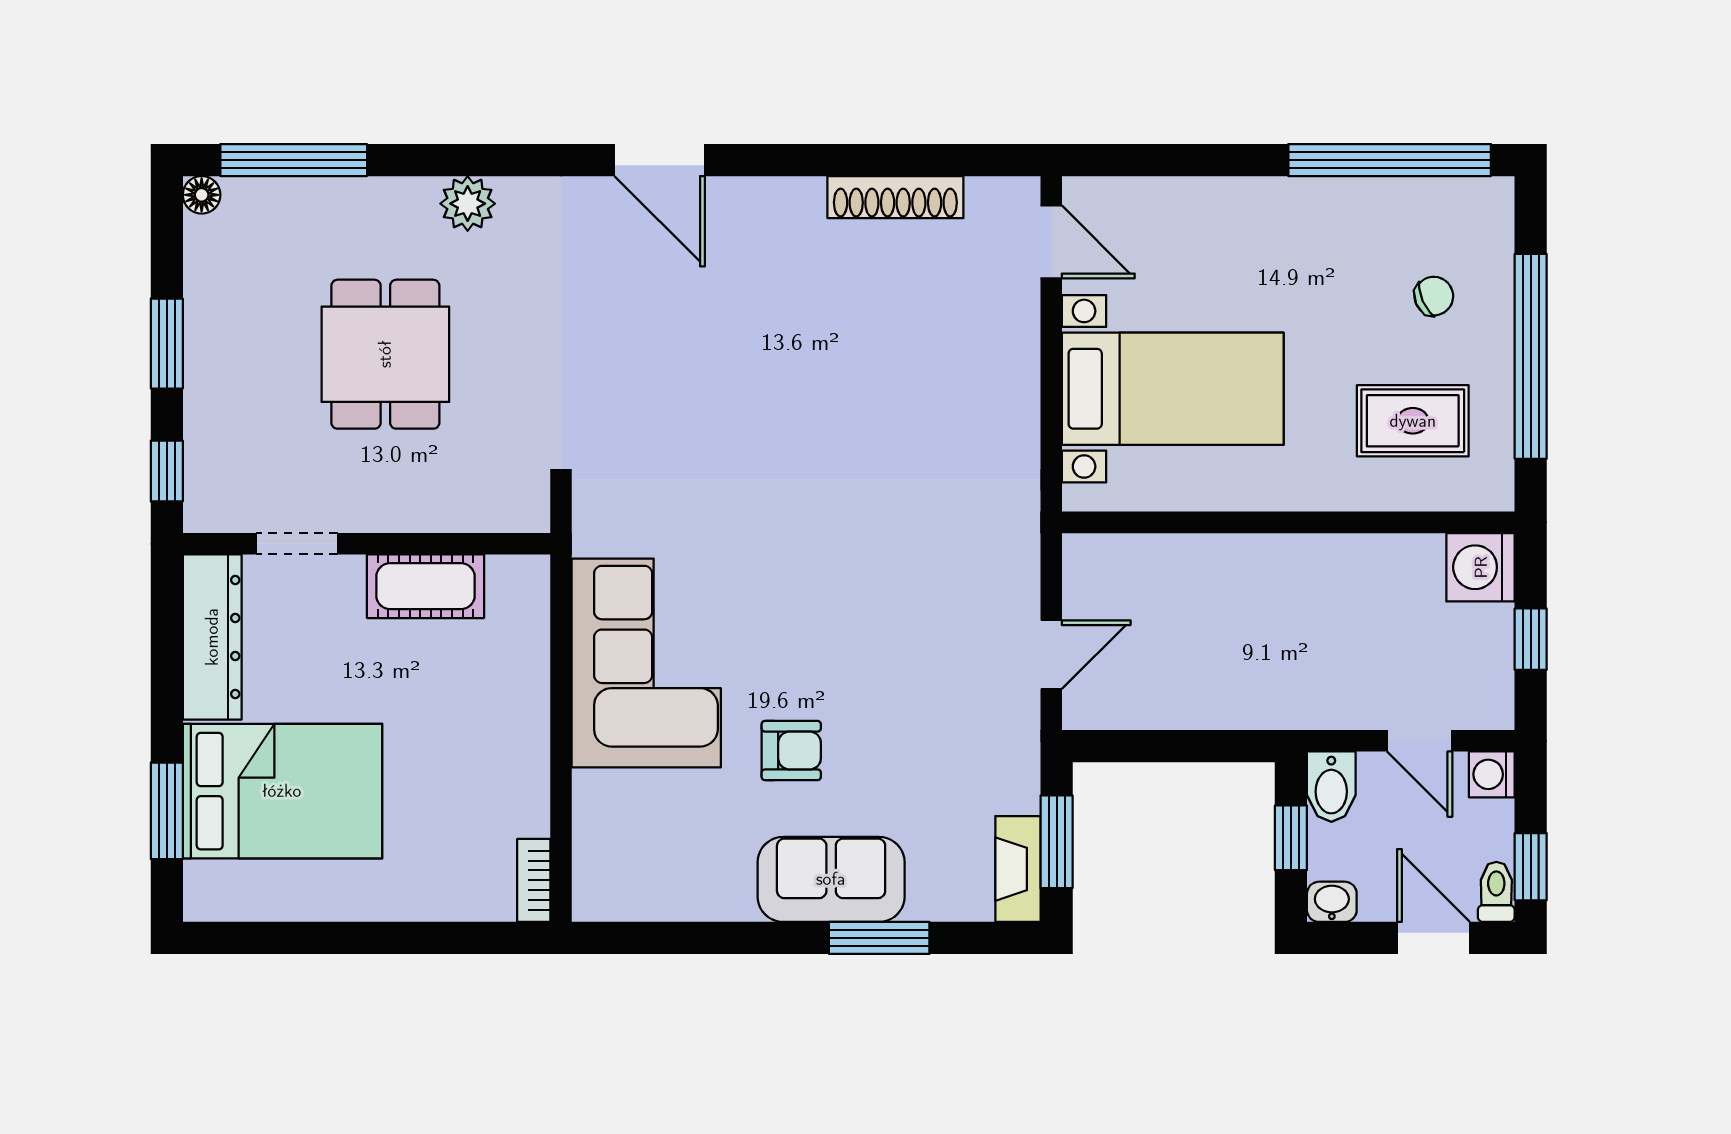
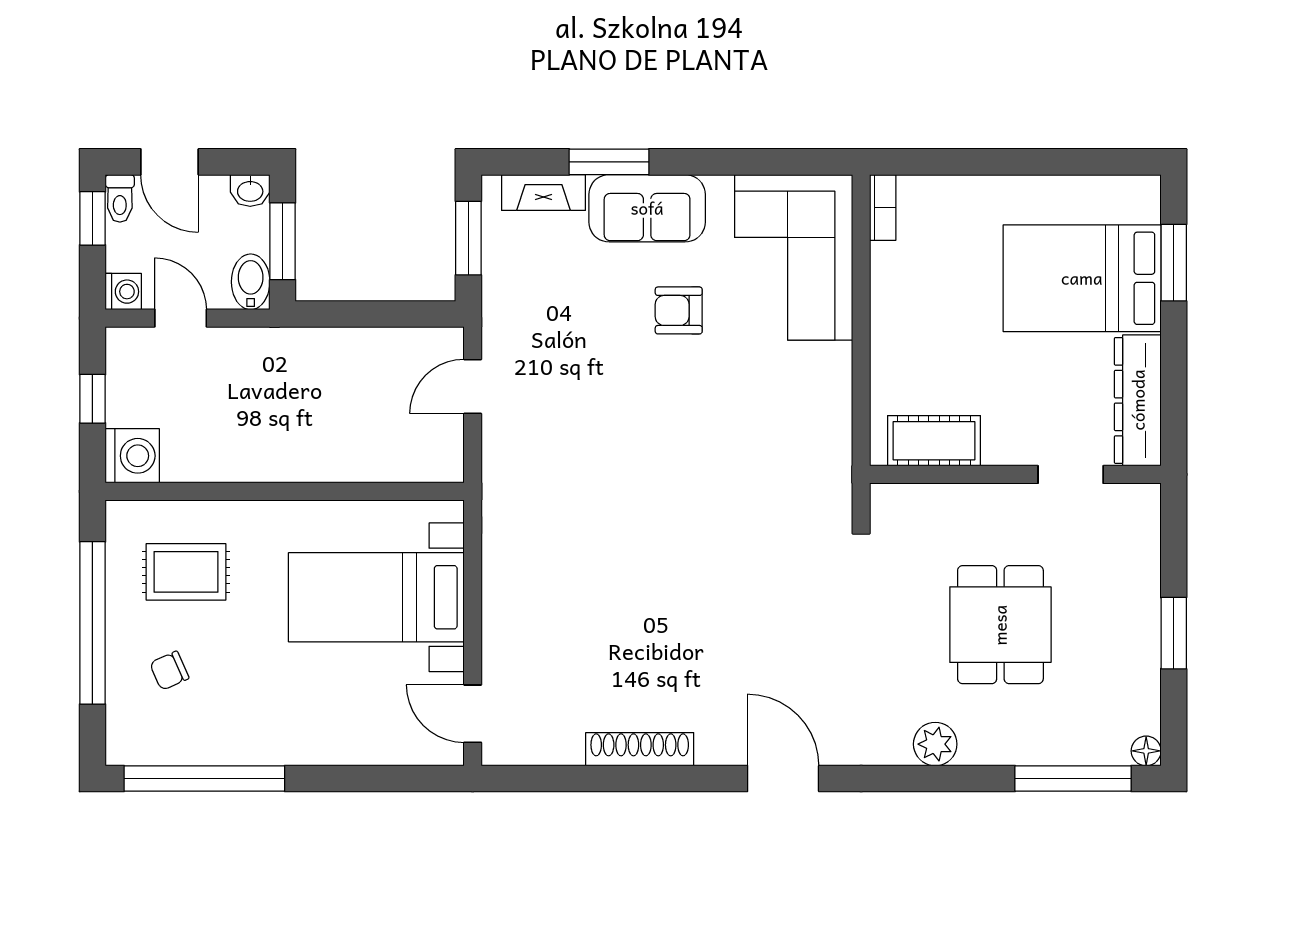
shoe rack: (895, 197) -> (640, 749), moved
window: (167, 471) -> (1174, 532), removed
cot: (425, 586) -> (934, 441), moved
corner sofa: (646, 663) -> (794, 257), moved
window: (1291, 838) -> (283, 241), width x1.50
fireplace: (1018, 869) -> (543, 192), moved, turned 90

